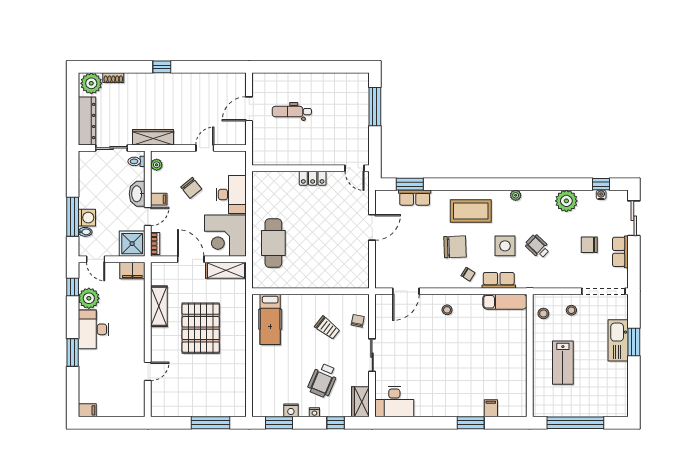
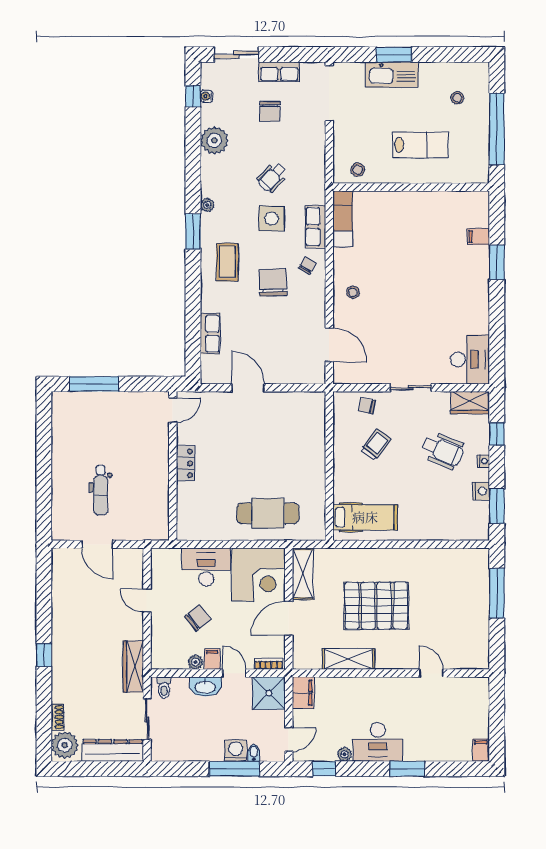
plant: (157, 165) -> (195, 662), moved
window: (410, 184) -> (193, 232), moved
coffee table: (471, 211) -> (227, 262), width x0.73, depth x0.76
plant: (89, 298) -> (344, 754), width x0.53, depth x0.53
stool: (571, 310) -> (457, 98), moved

